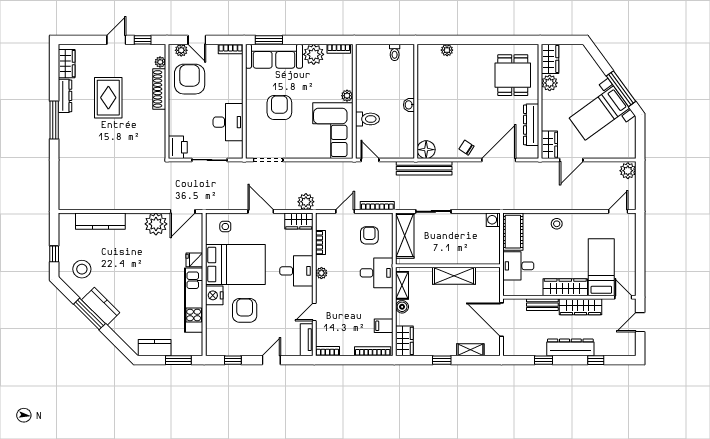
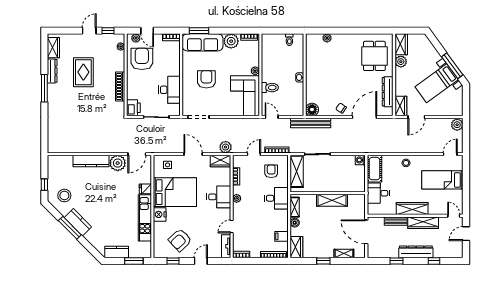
shoe rack: (159, 89) -> (120, 87), moved
kitchen counter: (100, 221) -> (91, 161), moved
bed: (601, 267) -> (442, 180), moved, turned -90
armchair: (245, 310) -> (180, 240), moved, turned -133

